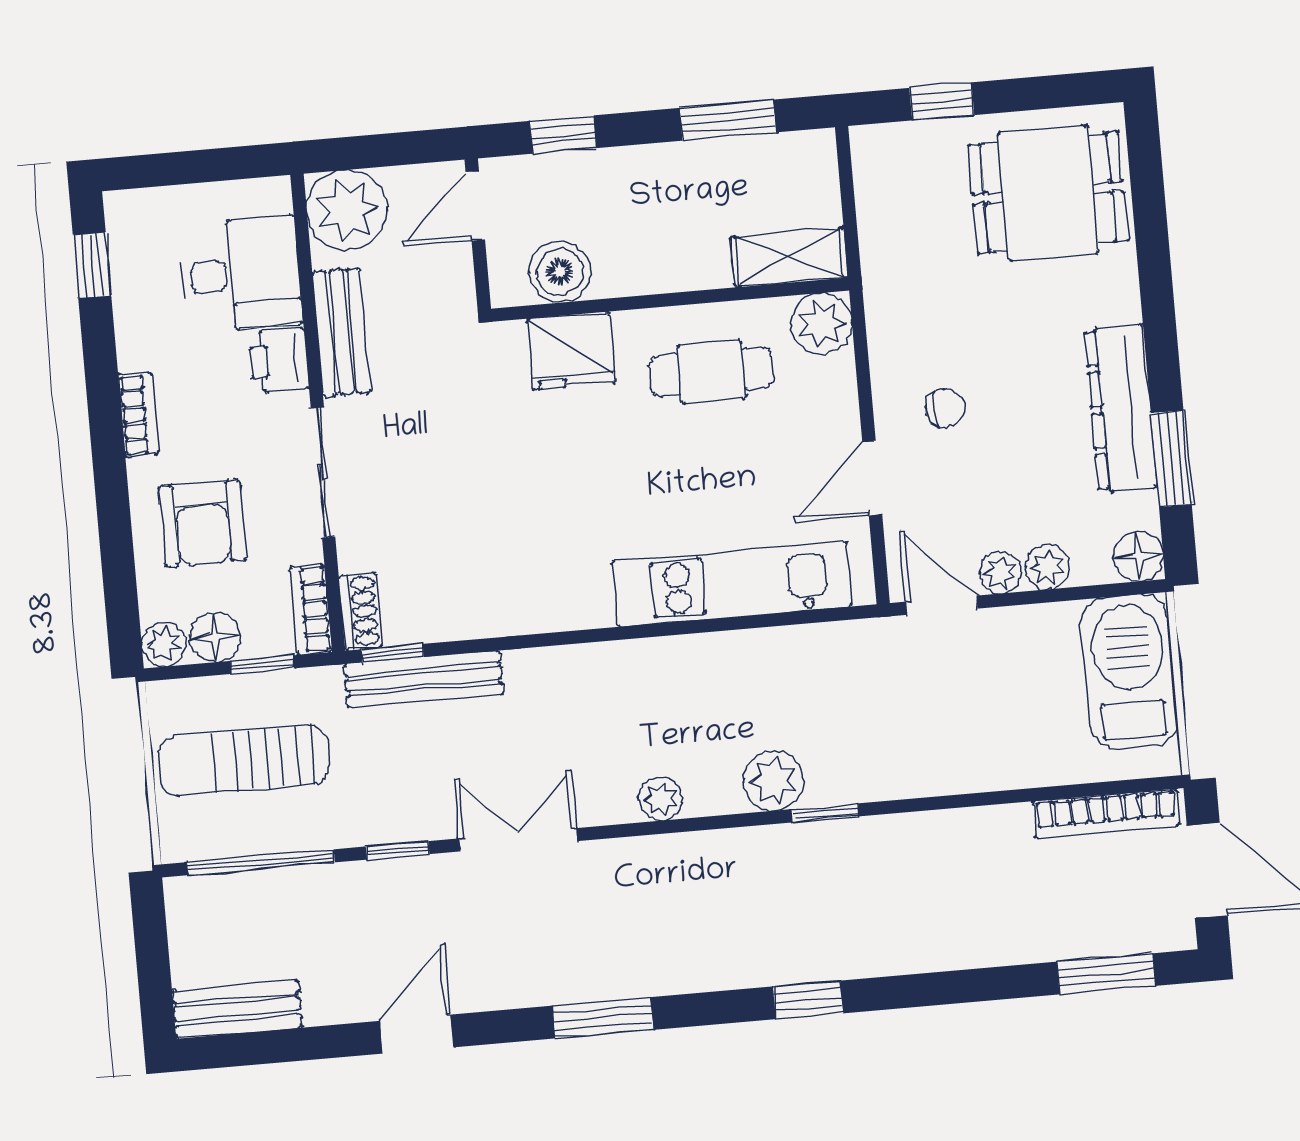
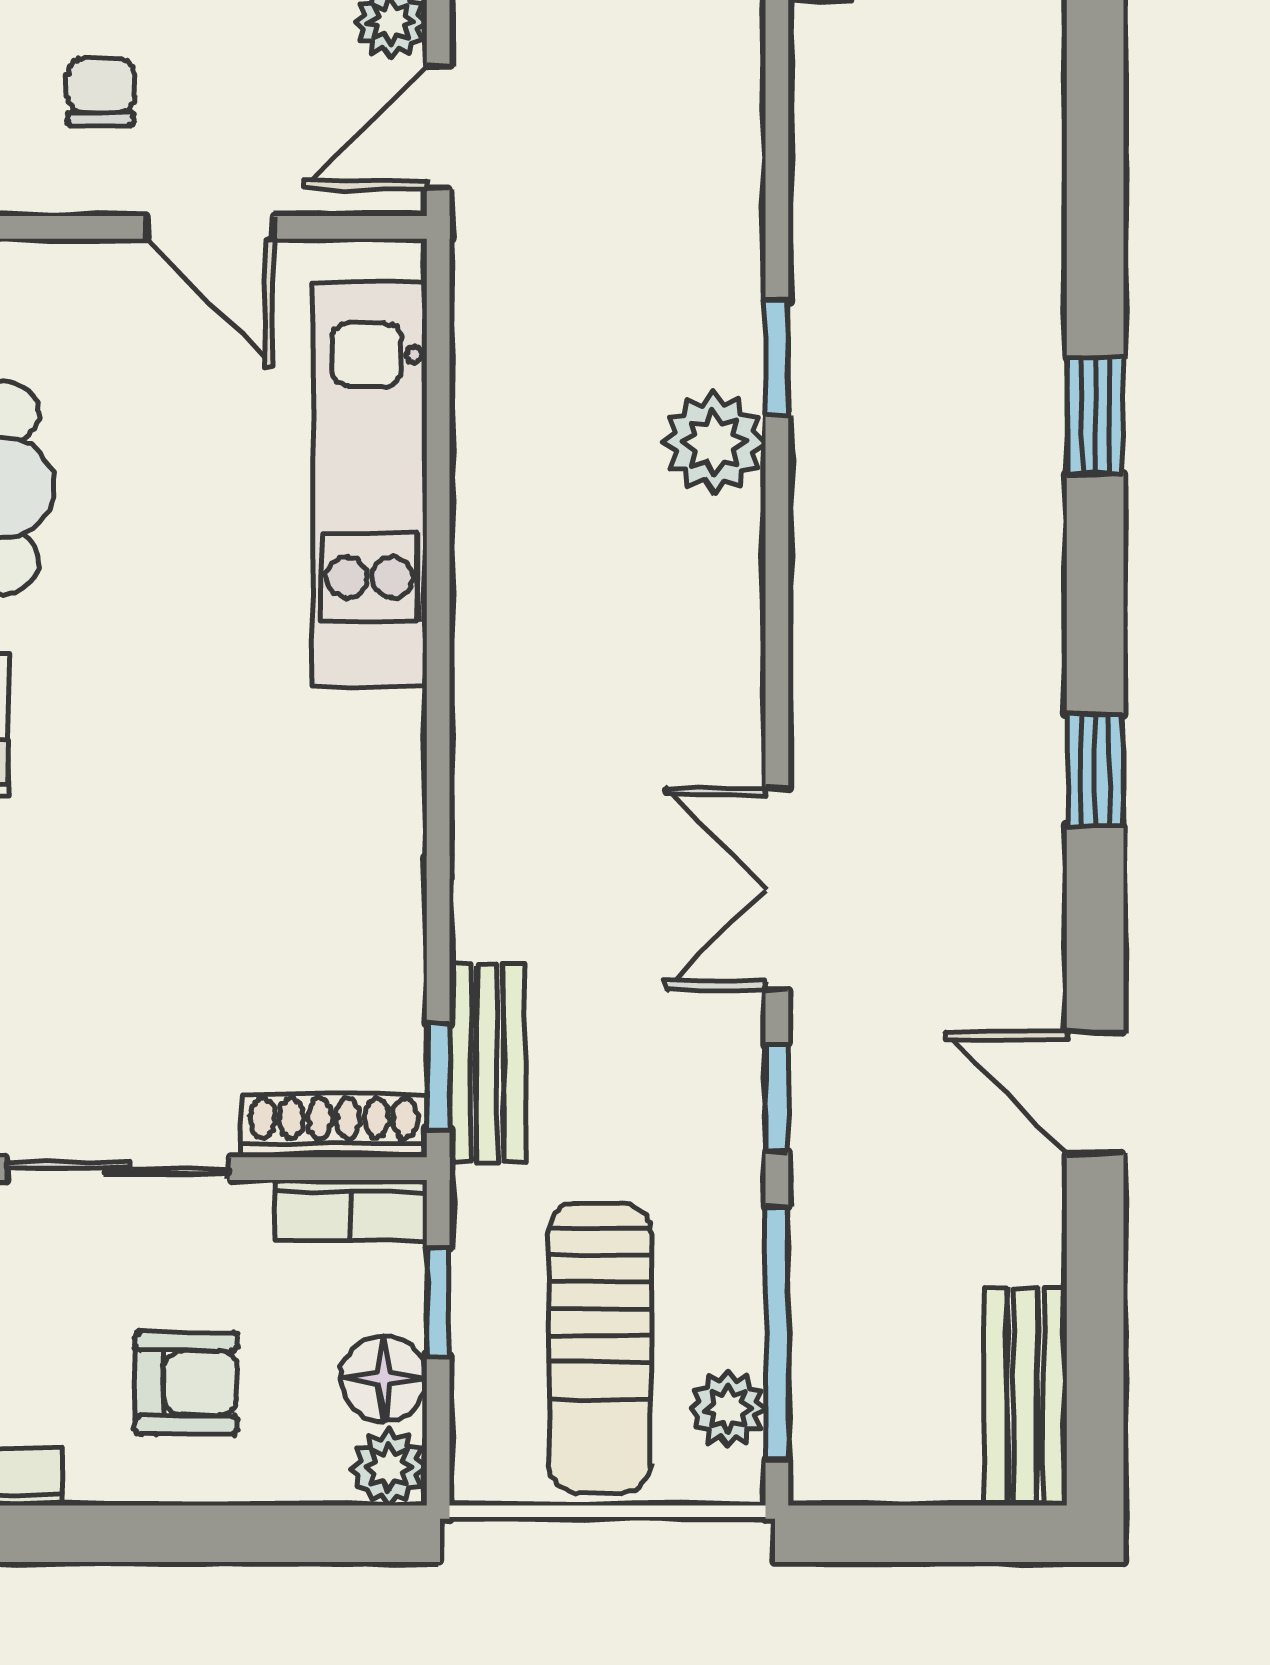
armchair: (202, 523) -> (186, 1383), width x0.72, depth x0.72
shoe rack: (360, 612) -> (334, 1126), width x1.43
bench: (424, 679) -> (487, 1063), width x0.73
plant: (661, 799) -> (728, 1409), moved
window: (603, 1018) -> (1095, 770), width x0.67

